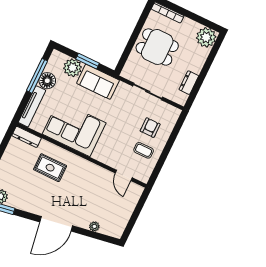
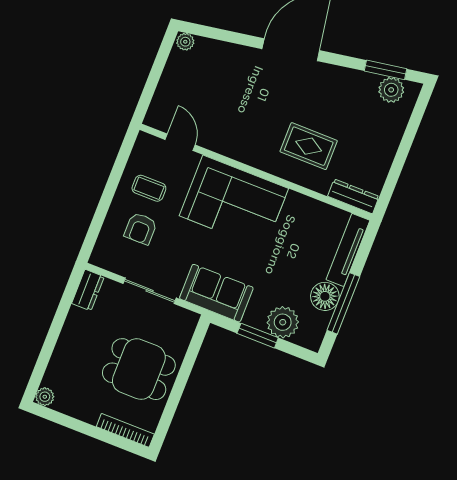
plant: (206, 37) -> (45, 397), width x0.53, depth x0.53
sofa: (98, 82) -> (216, 293), moved
dresser: (189, 83) -> (88, 290), moved
corner sofa: (74, 128) -> (234, 202), moved
plant: (94, 226) -> (185, 42), moved

